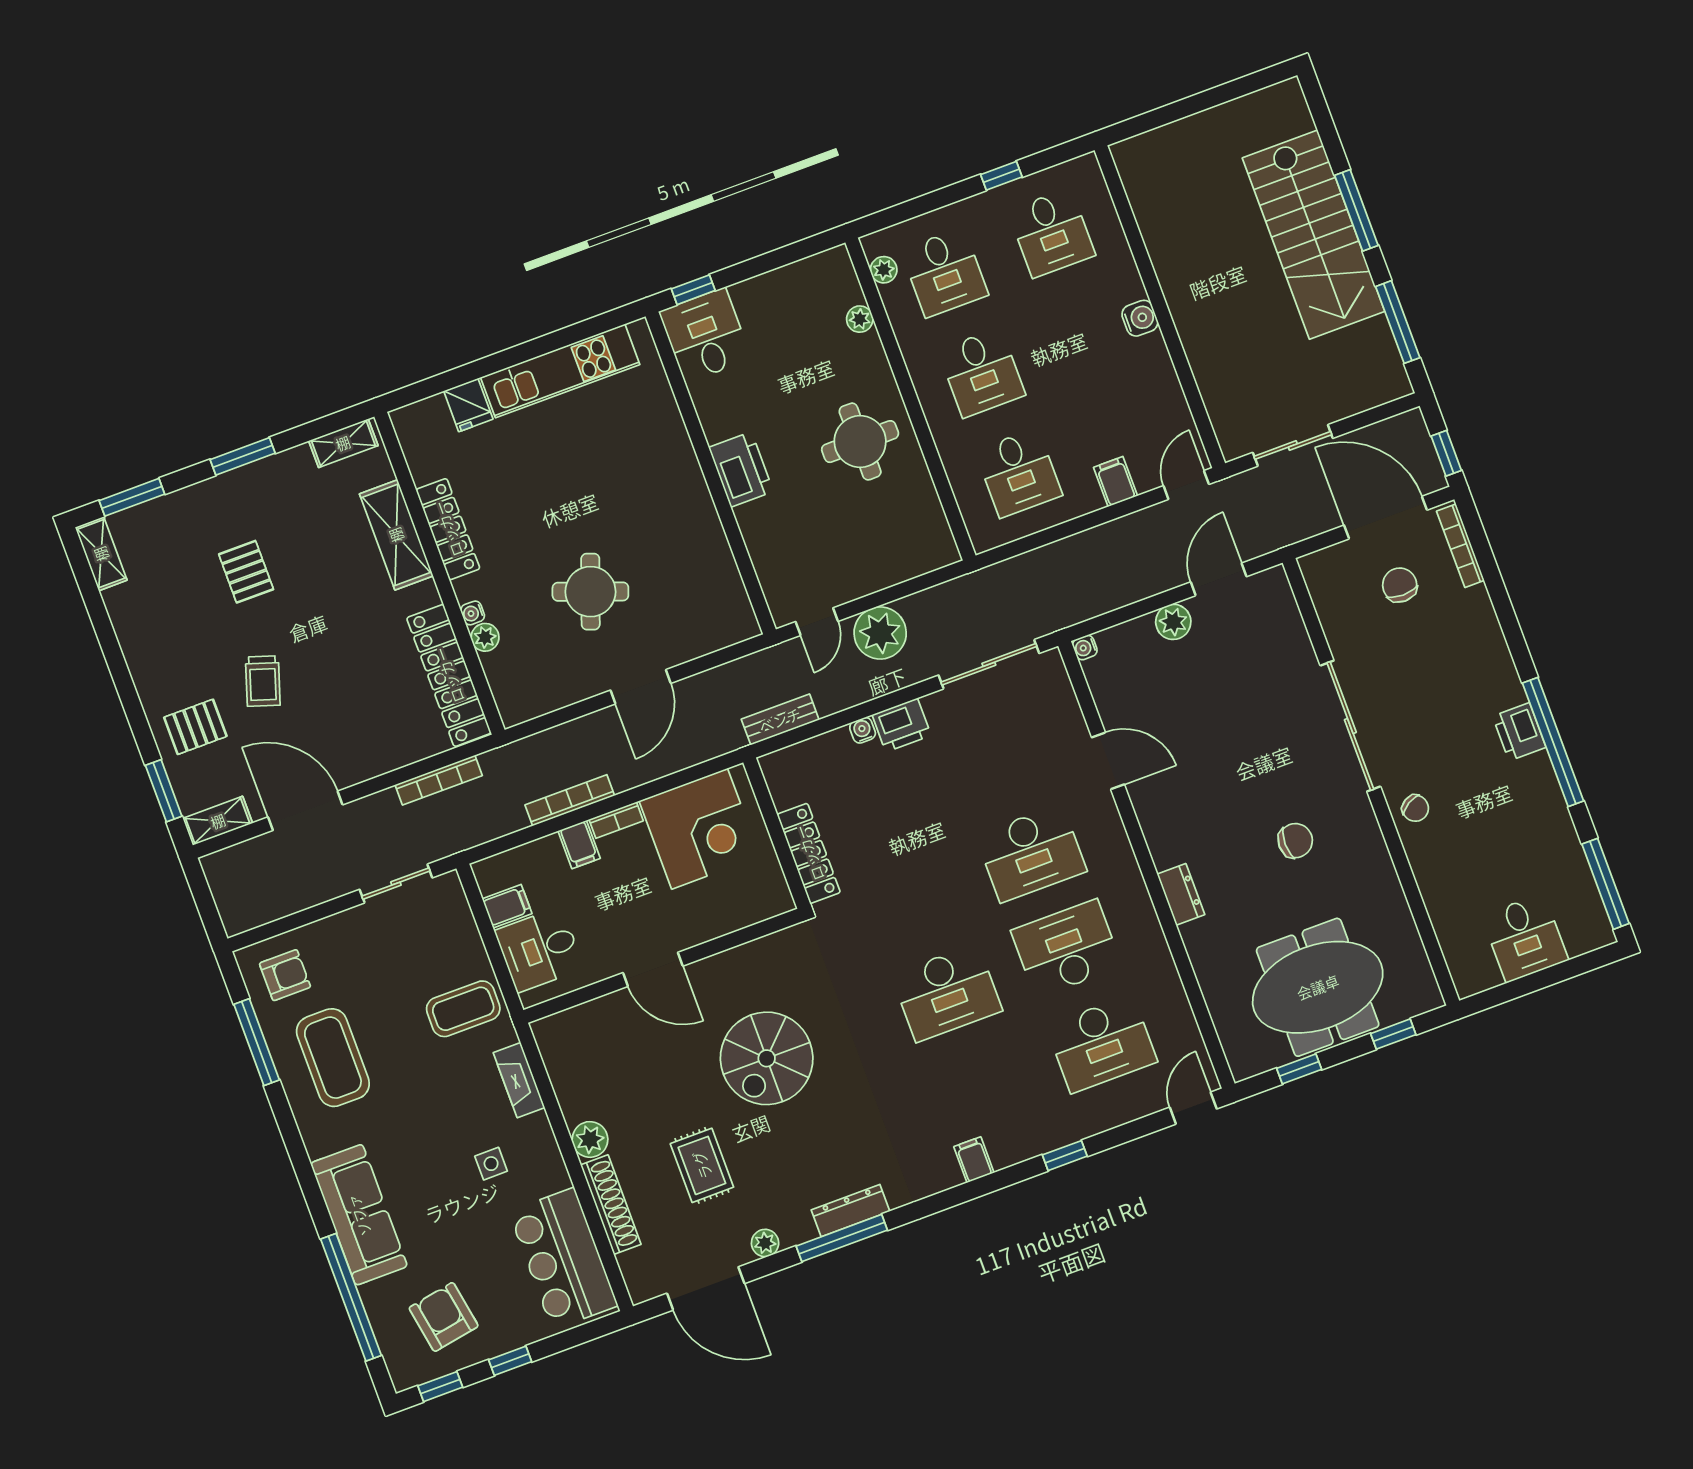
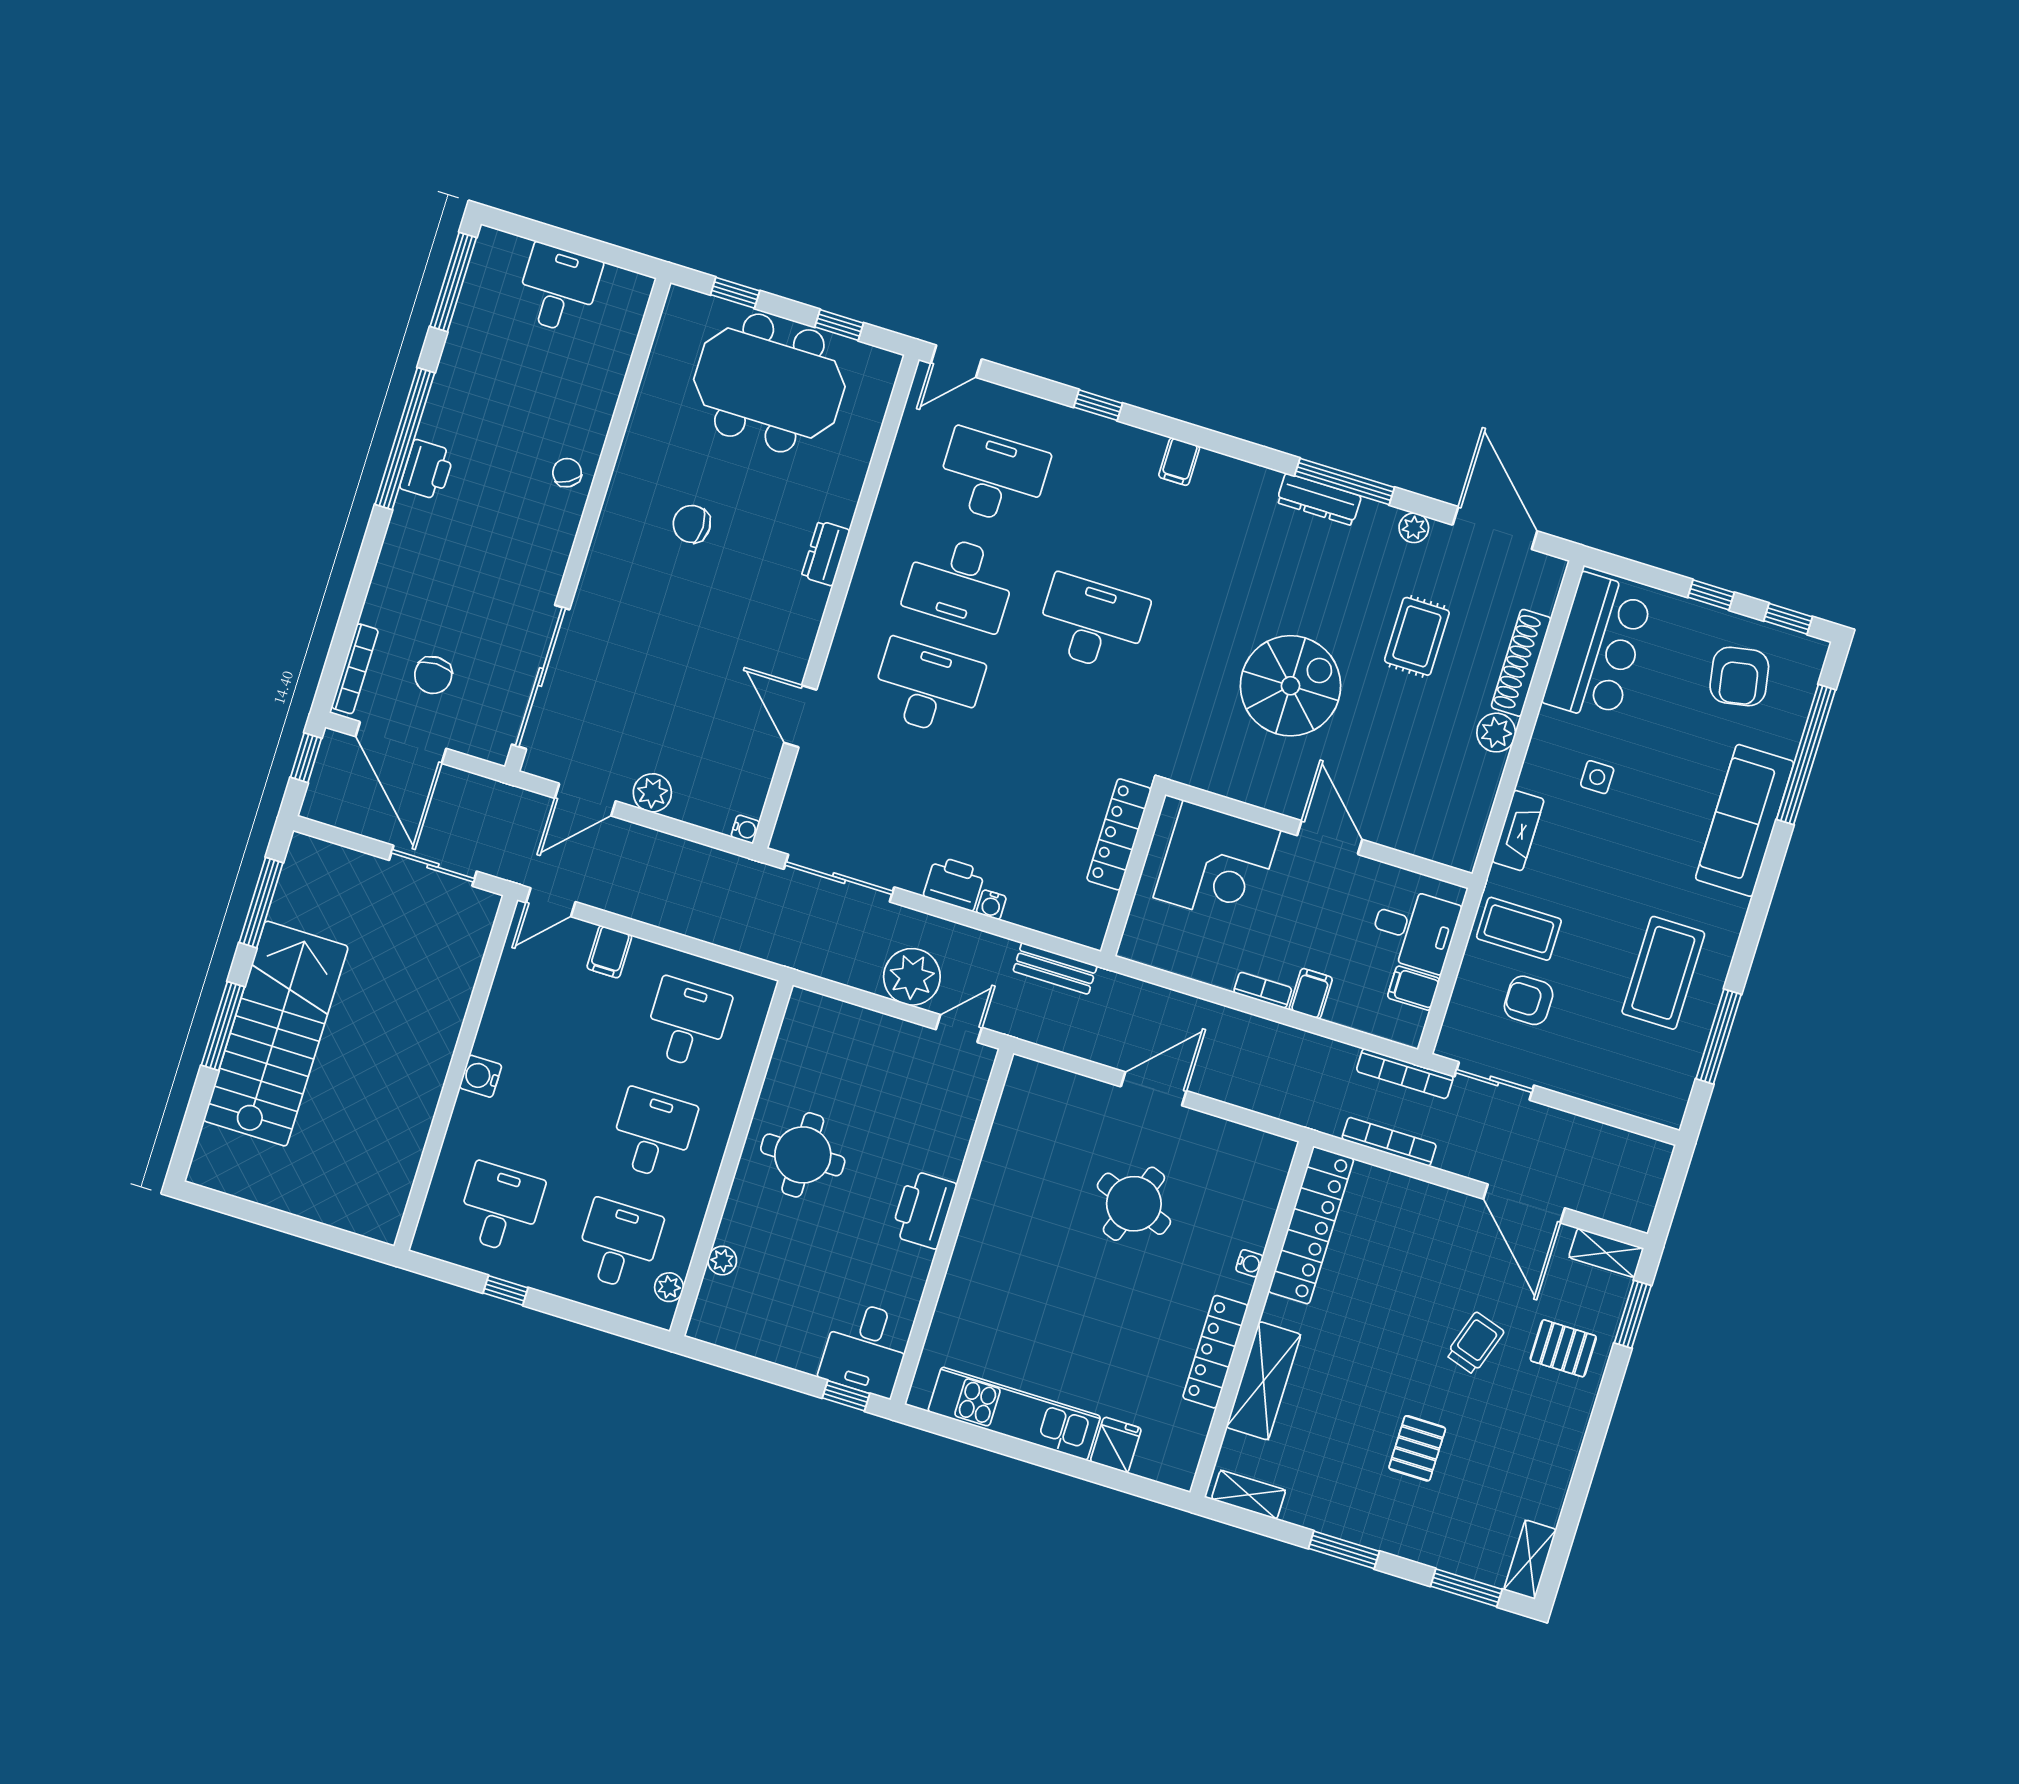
plant: (485, 637) -> (1255, 1234), removed
sliding door: (1350, 726) -> (541, 677), moved
bookcase: (570, 800) -> (1405, 1074), moved
corner desk: (700, 829) -> (1217, 864), moved, turned 180
armchair: (285, 975) -> (1529, 1000), moved

